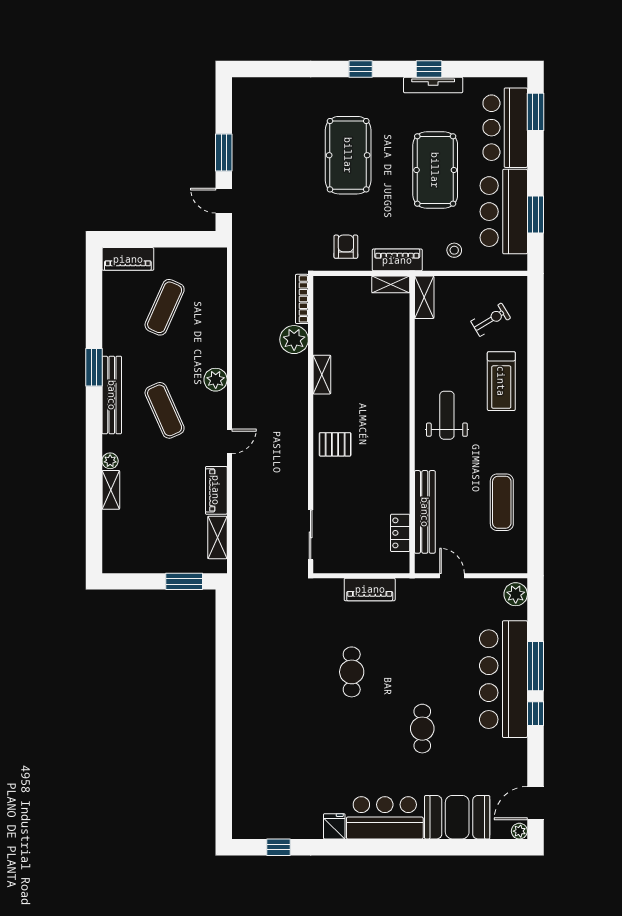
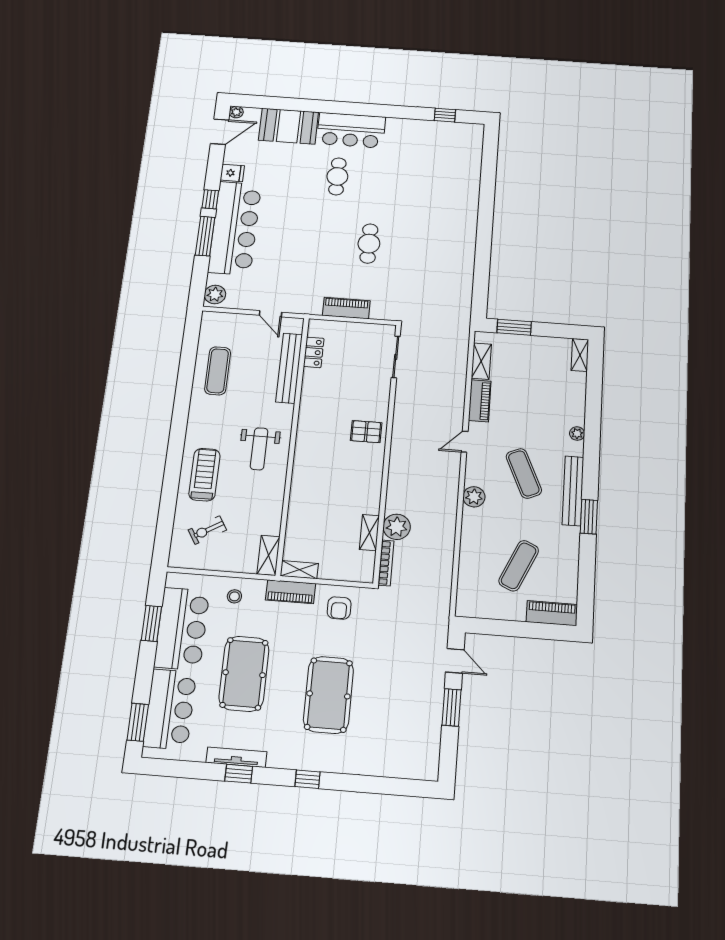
shelving: (322, 375) -> (369, 533), moved
shelving: (111, 490) -> (580, 355), moved
cafe table: (422, 729) -> (337, 176), moved
fridge: (334, 826) -> (232, 173), moved, turned -90

